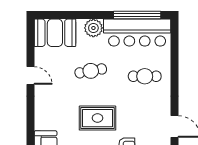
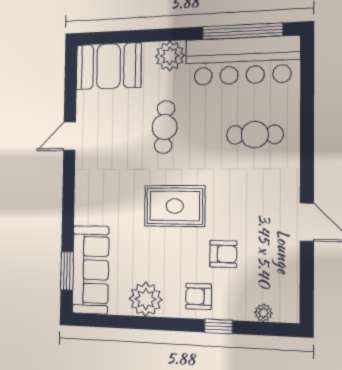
cafe table: (91, 71) -> (165, 127), turned -76
door: (30, 76) -> (70, 136), swing flipped

